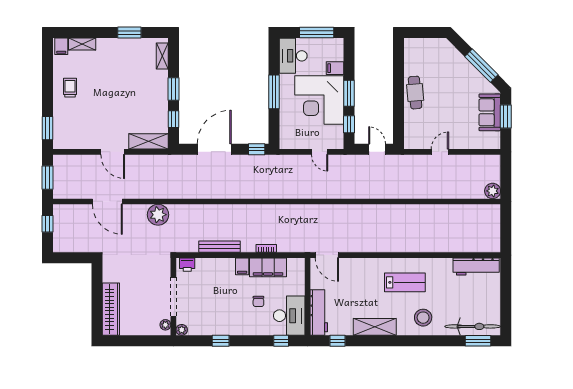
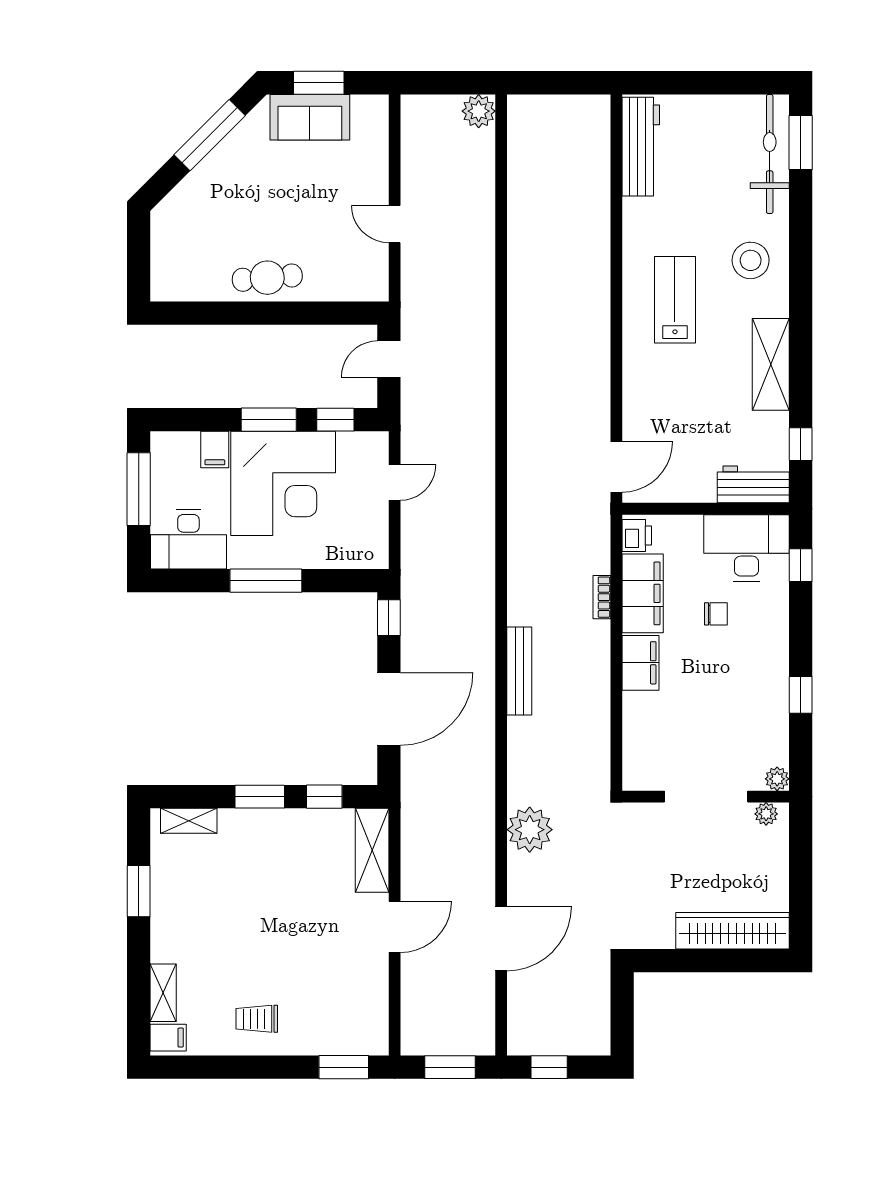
door: (214, 149) -> (389, 709), swing flipped
bench: (220, 247) -> (519, 671), moved
printer: (187, 265) -> (637, 535), moved
filing cabinet: (242, 266) -> (640, 663), width x2.00
workbench: (319, 313) -> (753, 484), width x0.73

